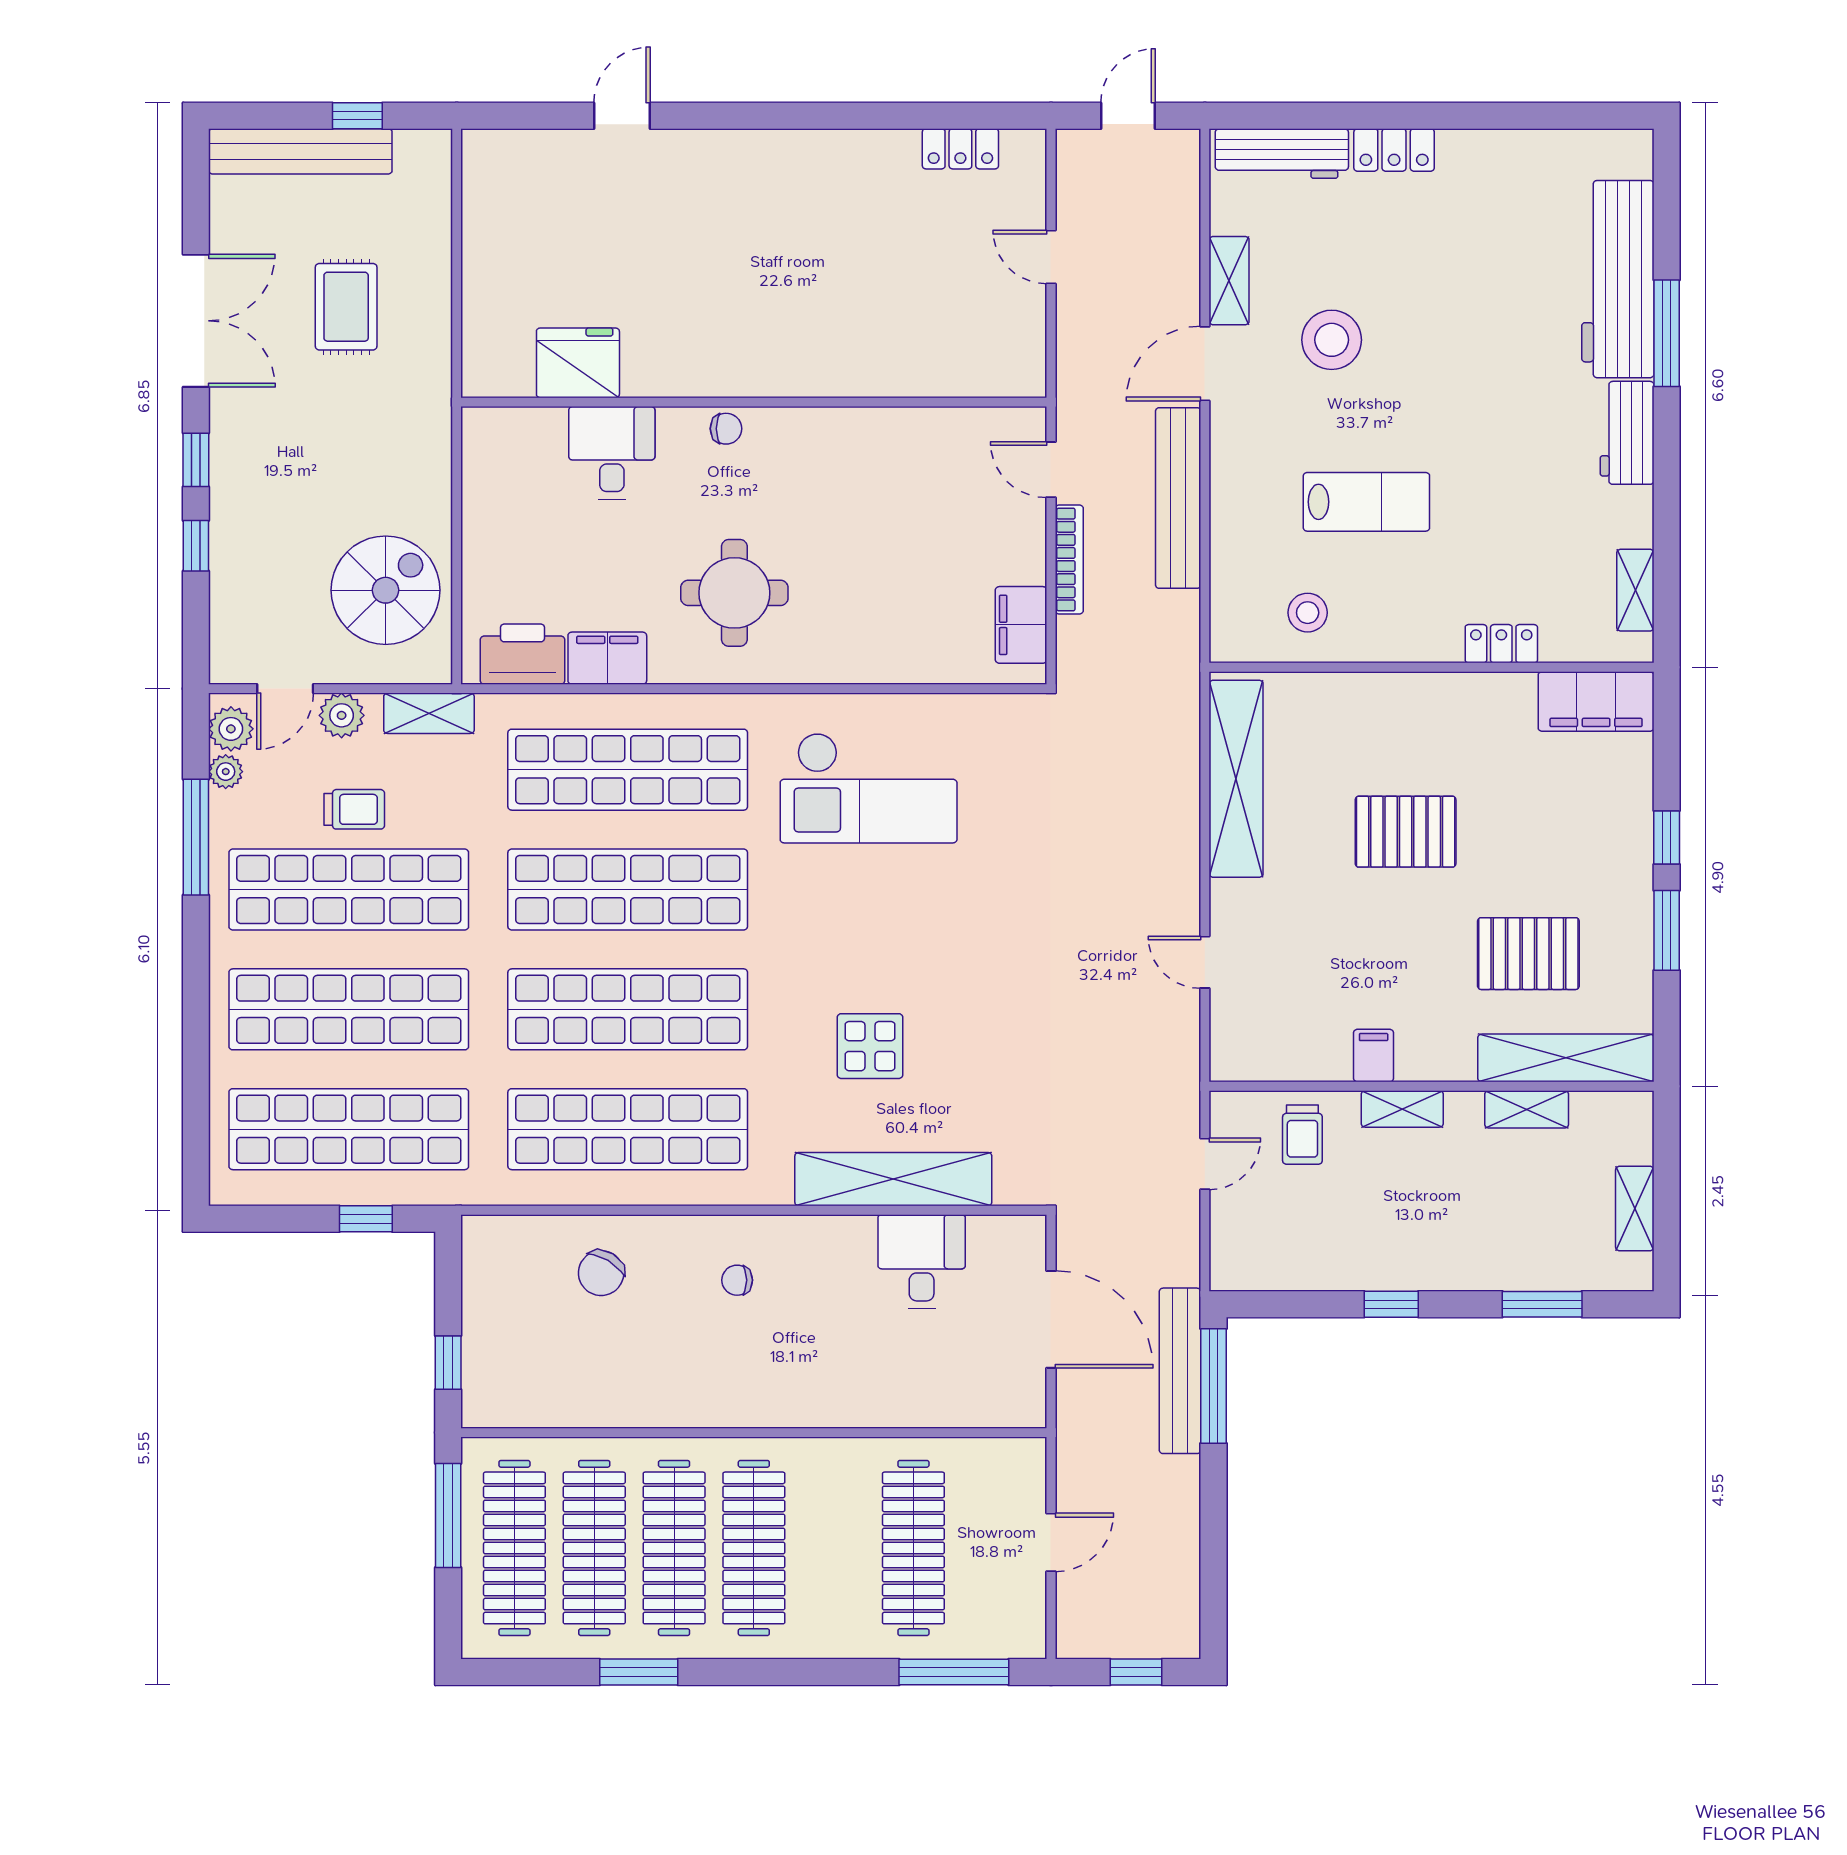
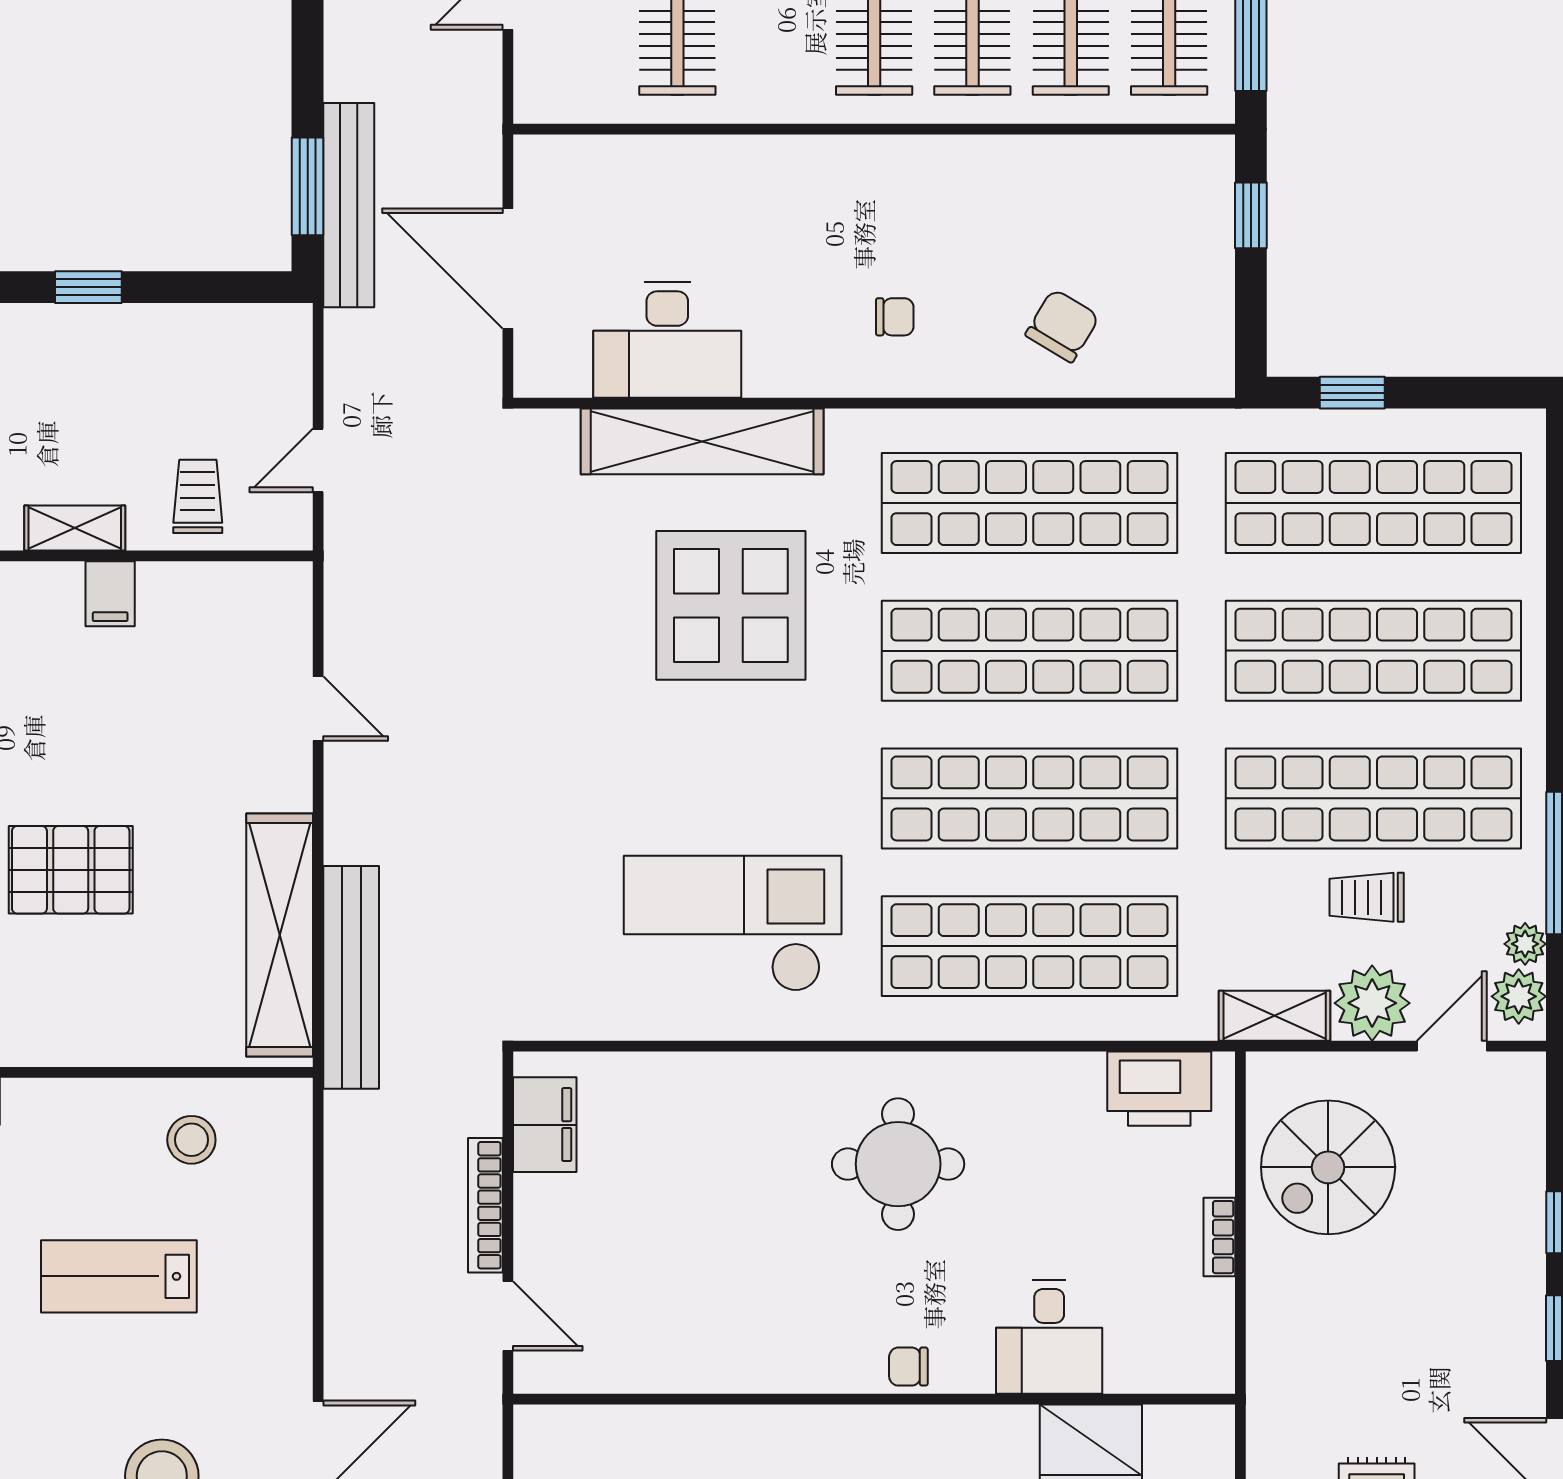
bench: (1178, 498) -> (351, 977), moved
bookcase: (474, 534) -> (1219, 1237), added
filing cabinet: (607, 658) -> (1055, 1084), removed
plant: (342, 715) -> (1372, 1003), width x1.36, depth x1.36
display table: (870, 1046) -> (731, 605), width x1.86, depth x1.86
desk: (922, 1262) -> (667, 340), width x1.37
window: (1213, 1386) -> (308, 186), width x0.69

